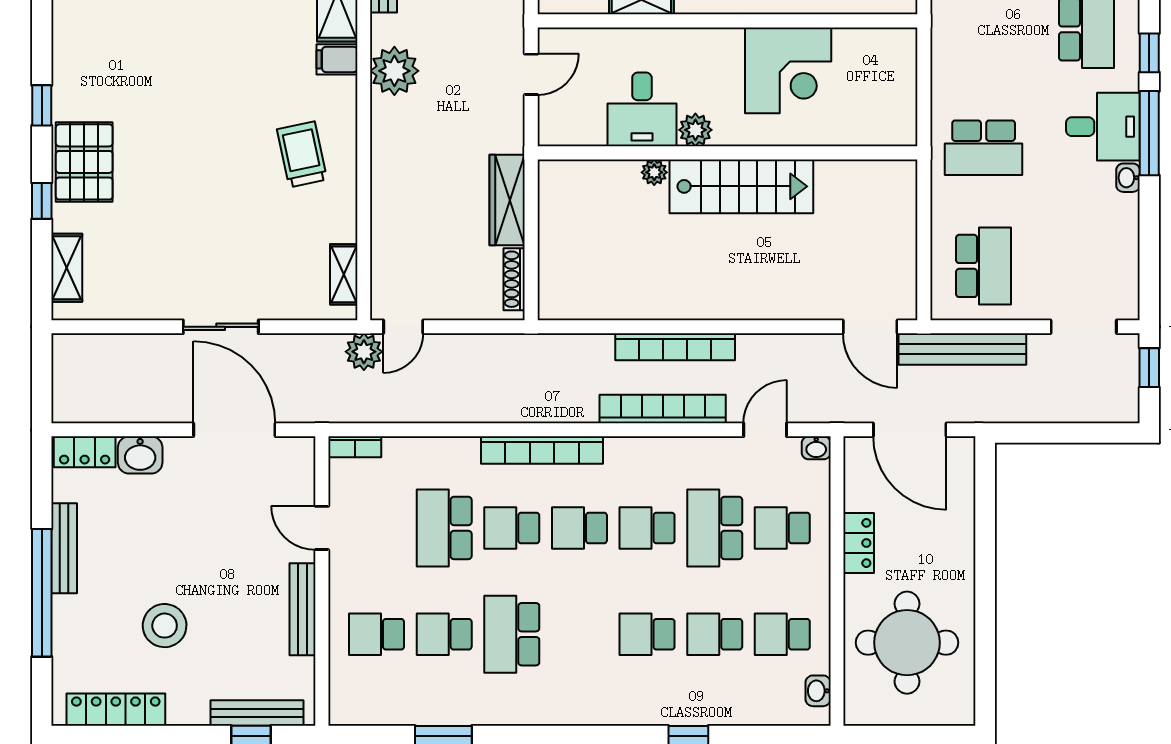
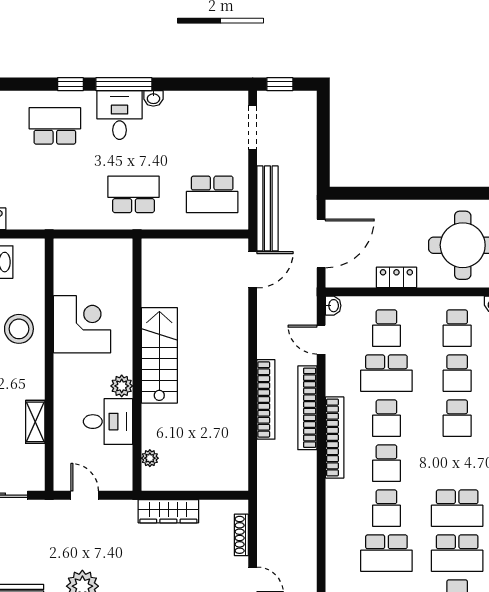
school desk: (984, 148) -> (133, 194), turned -90
plant: (654, 172) -> (150, 458), moved
school desk: (984, 266) -> (212, 194), turned 180
shoe rack: (514, 279) -> (241, 535), moved, turned 90
bookcase: (542, 450) -> (335, 437), moved
school desk: (444, 634) -> (457, 553), width x1.85

